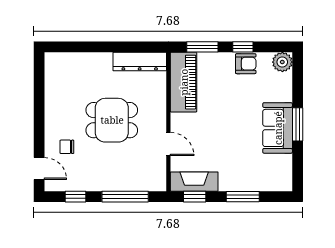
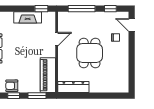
dining table: (112, 120) -> (90, 53), turned 90
door: (168, 144) -> (57, 39), swing flipped
fireplace: (194, 182) -> (28, 17), moved
window: (243, 197) -> (14, 9), removed

